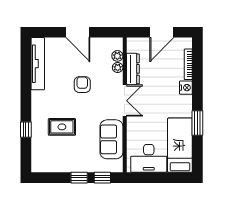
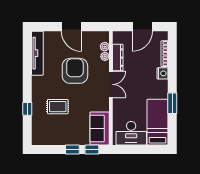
armchair: (82, 85) -> (75, 71), width x1.88, depth x1.88
sofa: (111, 139) -> (100, 128), moved

